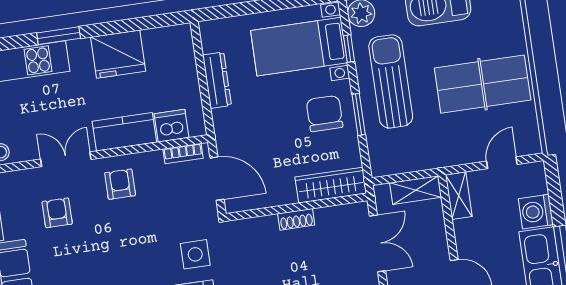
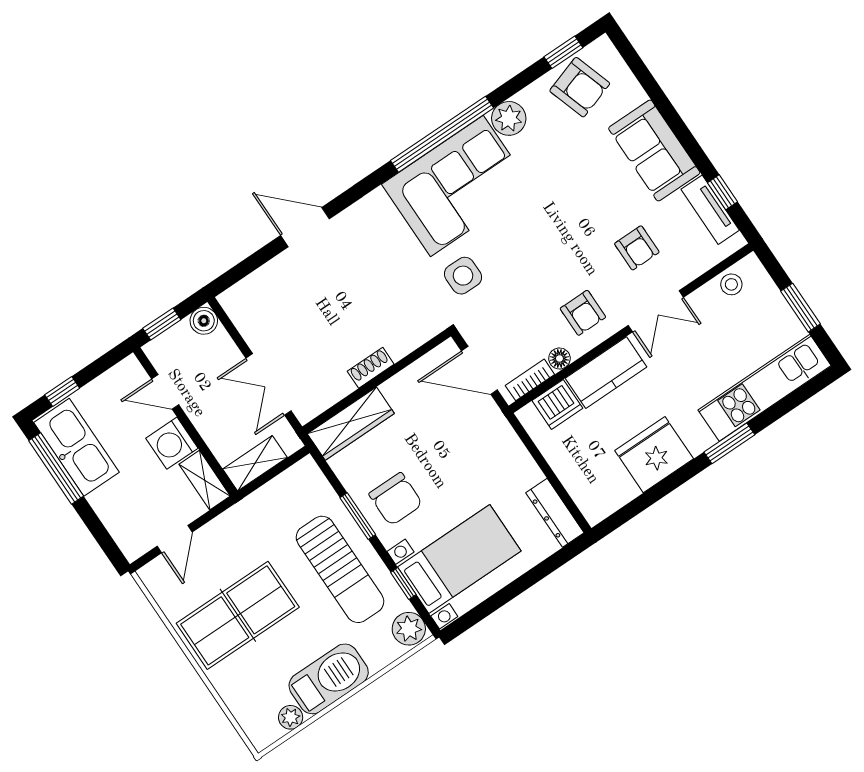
dresser: (217, 80) -> (555, 513), moved
floor lamp: (154, 159) -> (559, 358), added
washing machine: (536, 212) -> (172, 443), moved, turned 180

